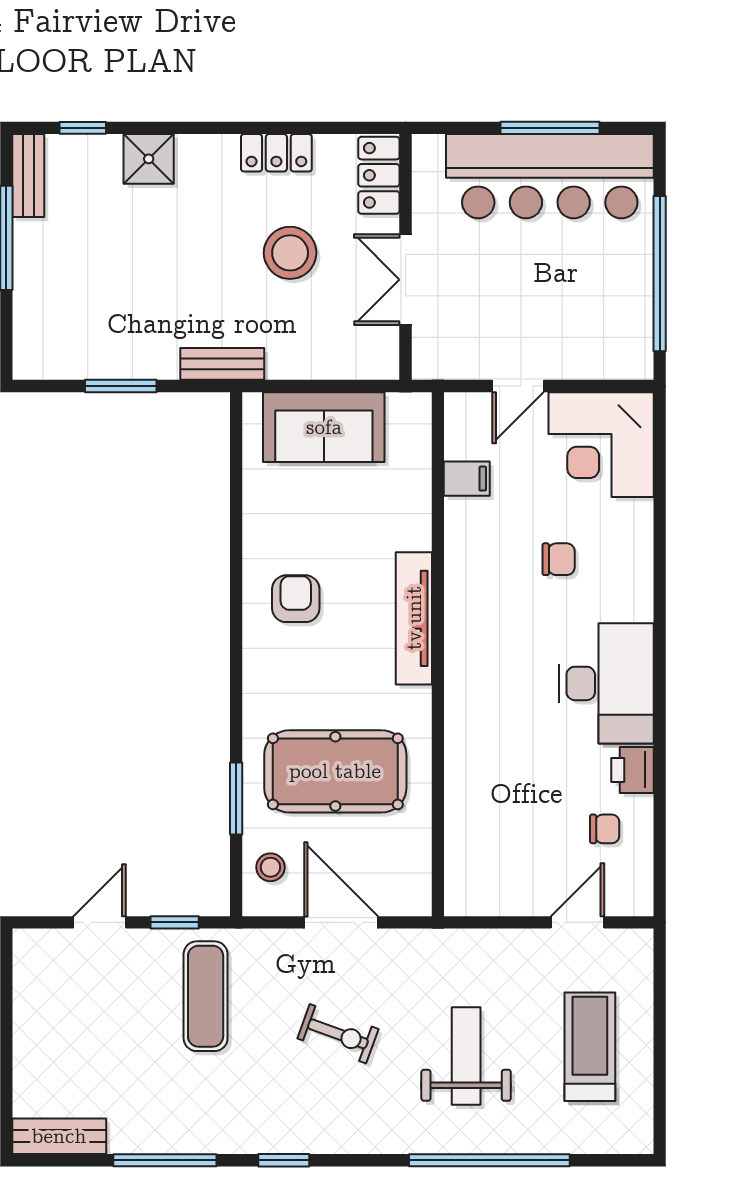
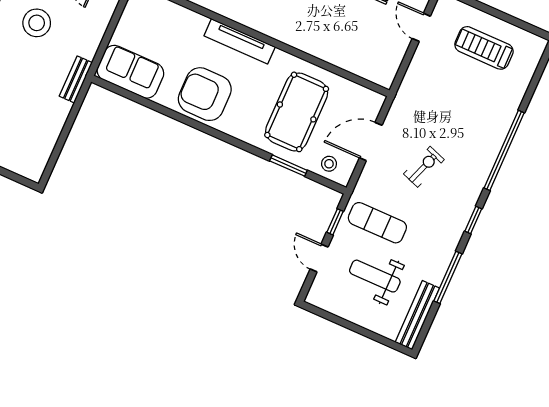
window: (121, 386) -> (65, 133), removed
sofa: (324, 427) -> (130, 72), moved, turned -90
armchair: (296, 599) -> (205, 94), width x1.88, depth x1.88
weight bench: (466, 1056) -> (375, 276), moved
bench: (59, 1136) -> (417, 315), width x1.36
window: (489, 1160) -> (504, 150), moved

